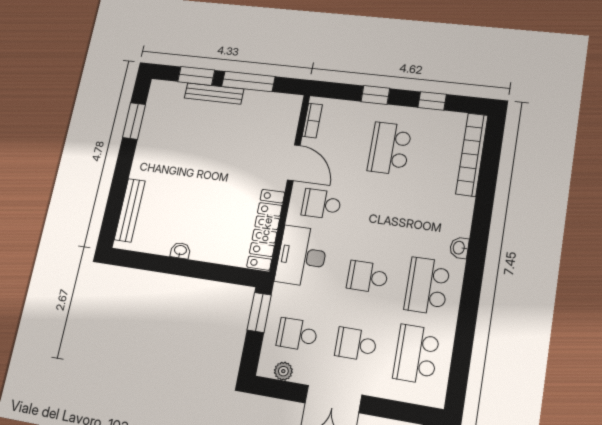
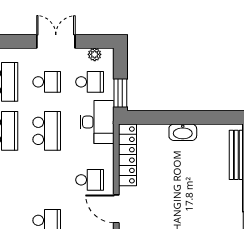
washbasin: (180, 251) -> (183, 132), width x1.91, depth x1.45
desk: (302, 256) -> (97, 122), moved
school desk: (367, 277) -> (47, 131), width x1.85

